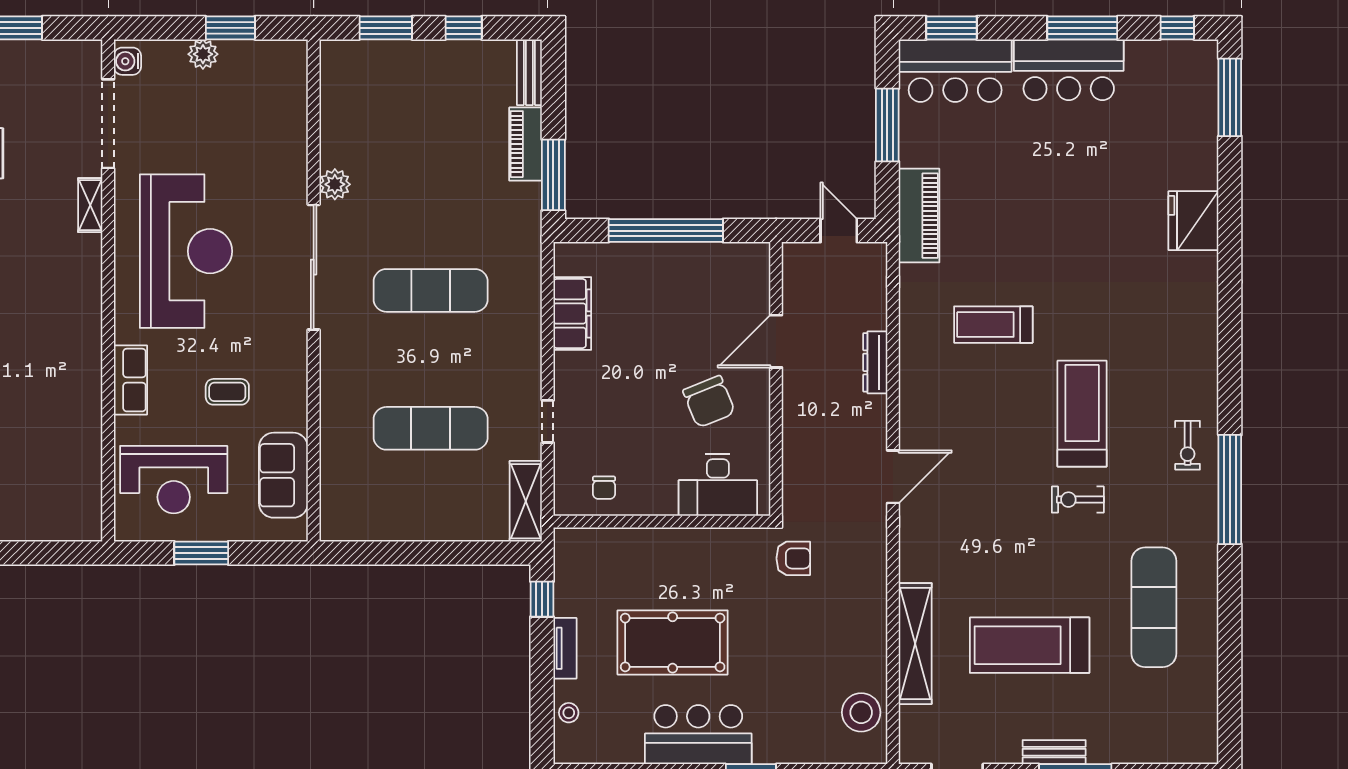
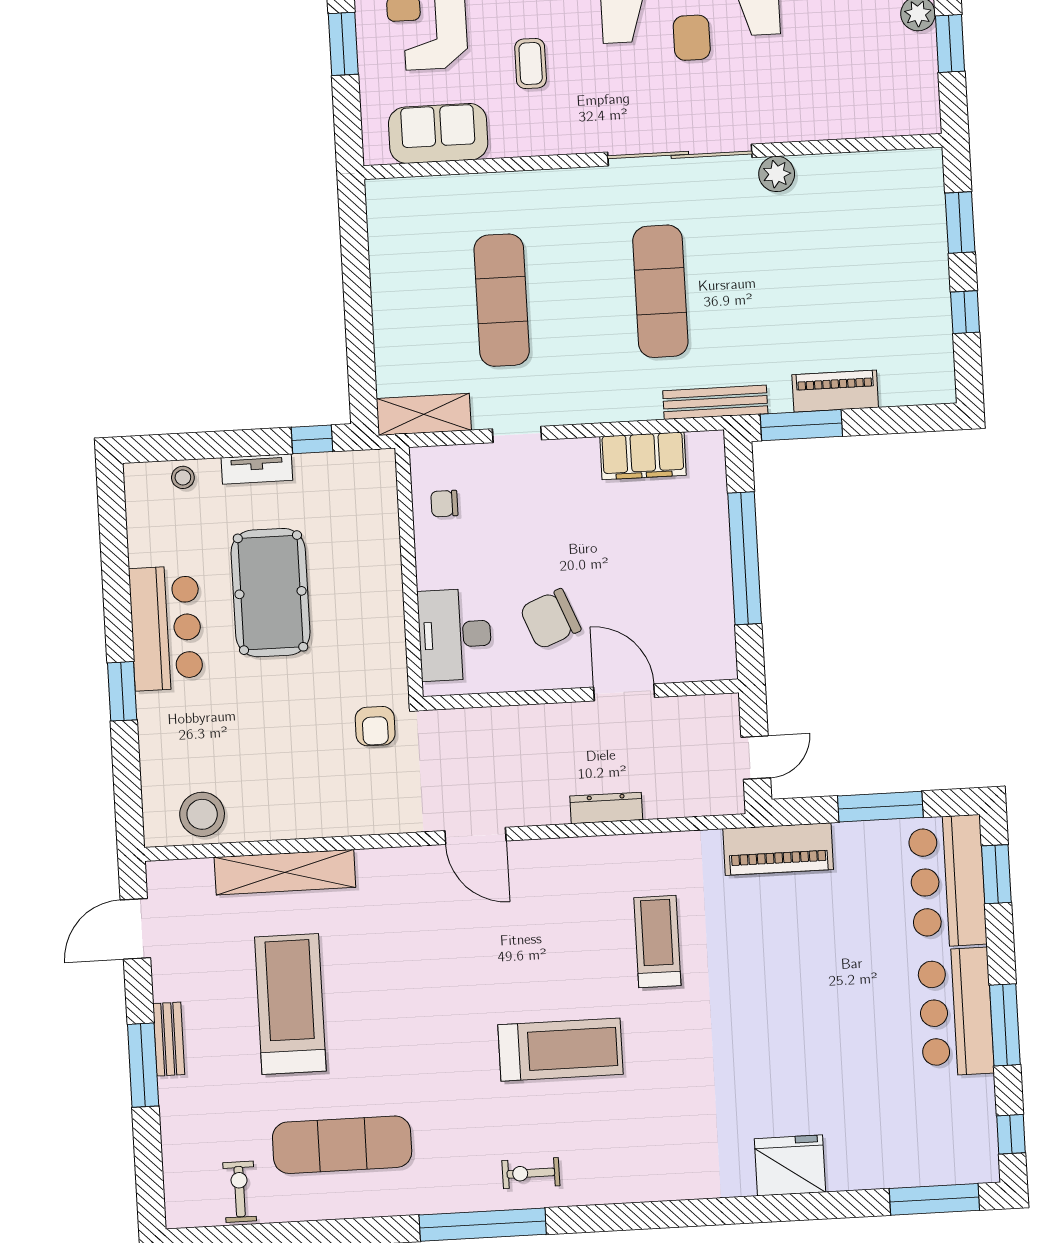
bench: (529, 72) -> (715, 402), moved, width x1.36
exercise bike: (1078, 500) -> (240, 1192), moved

